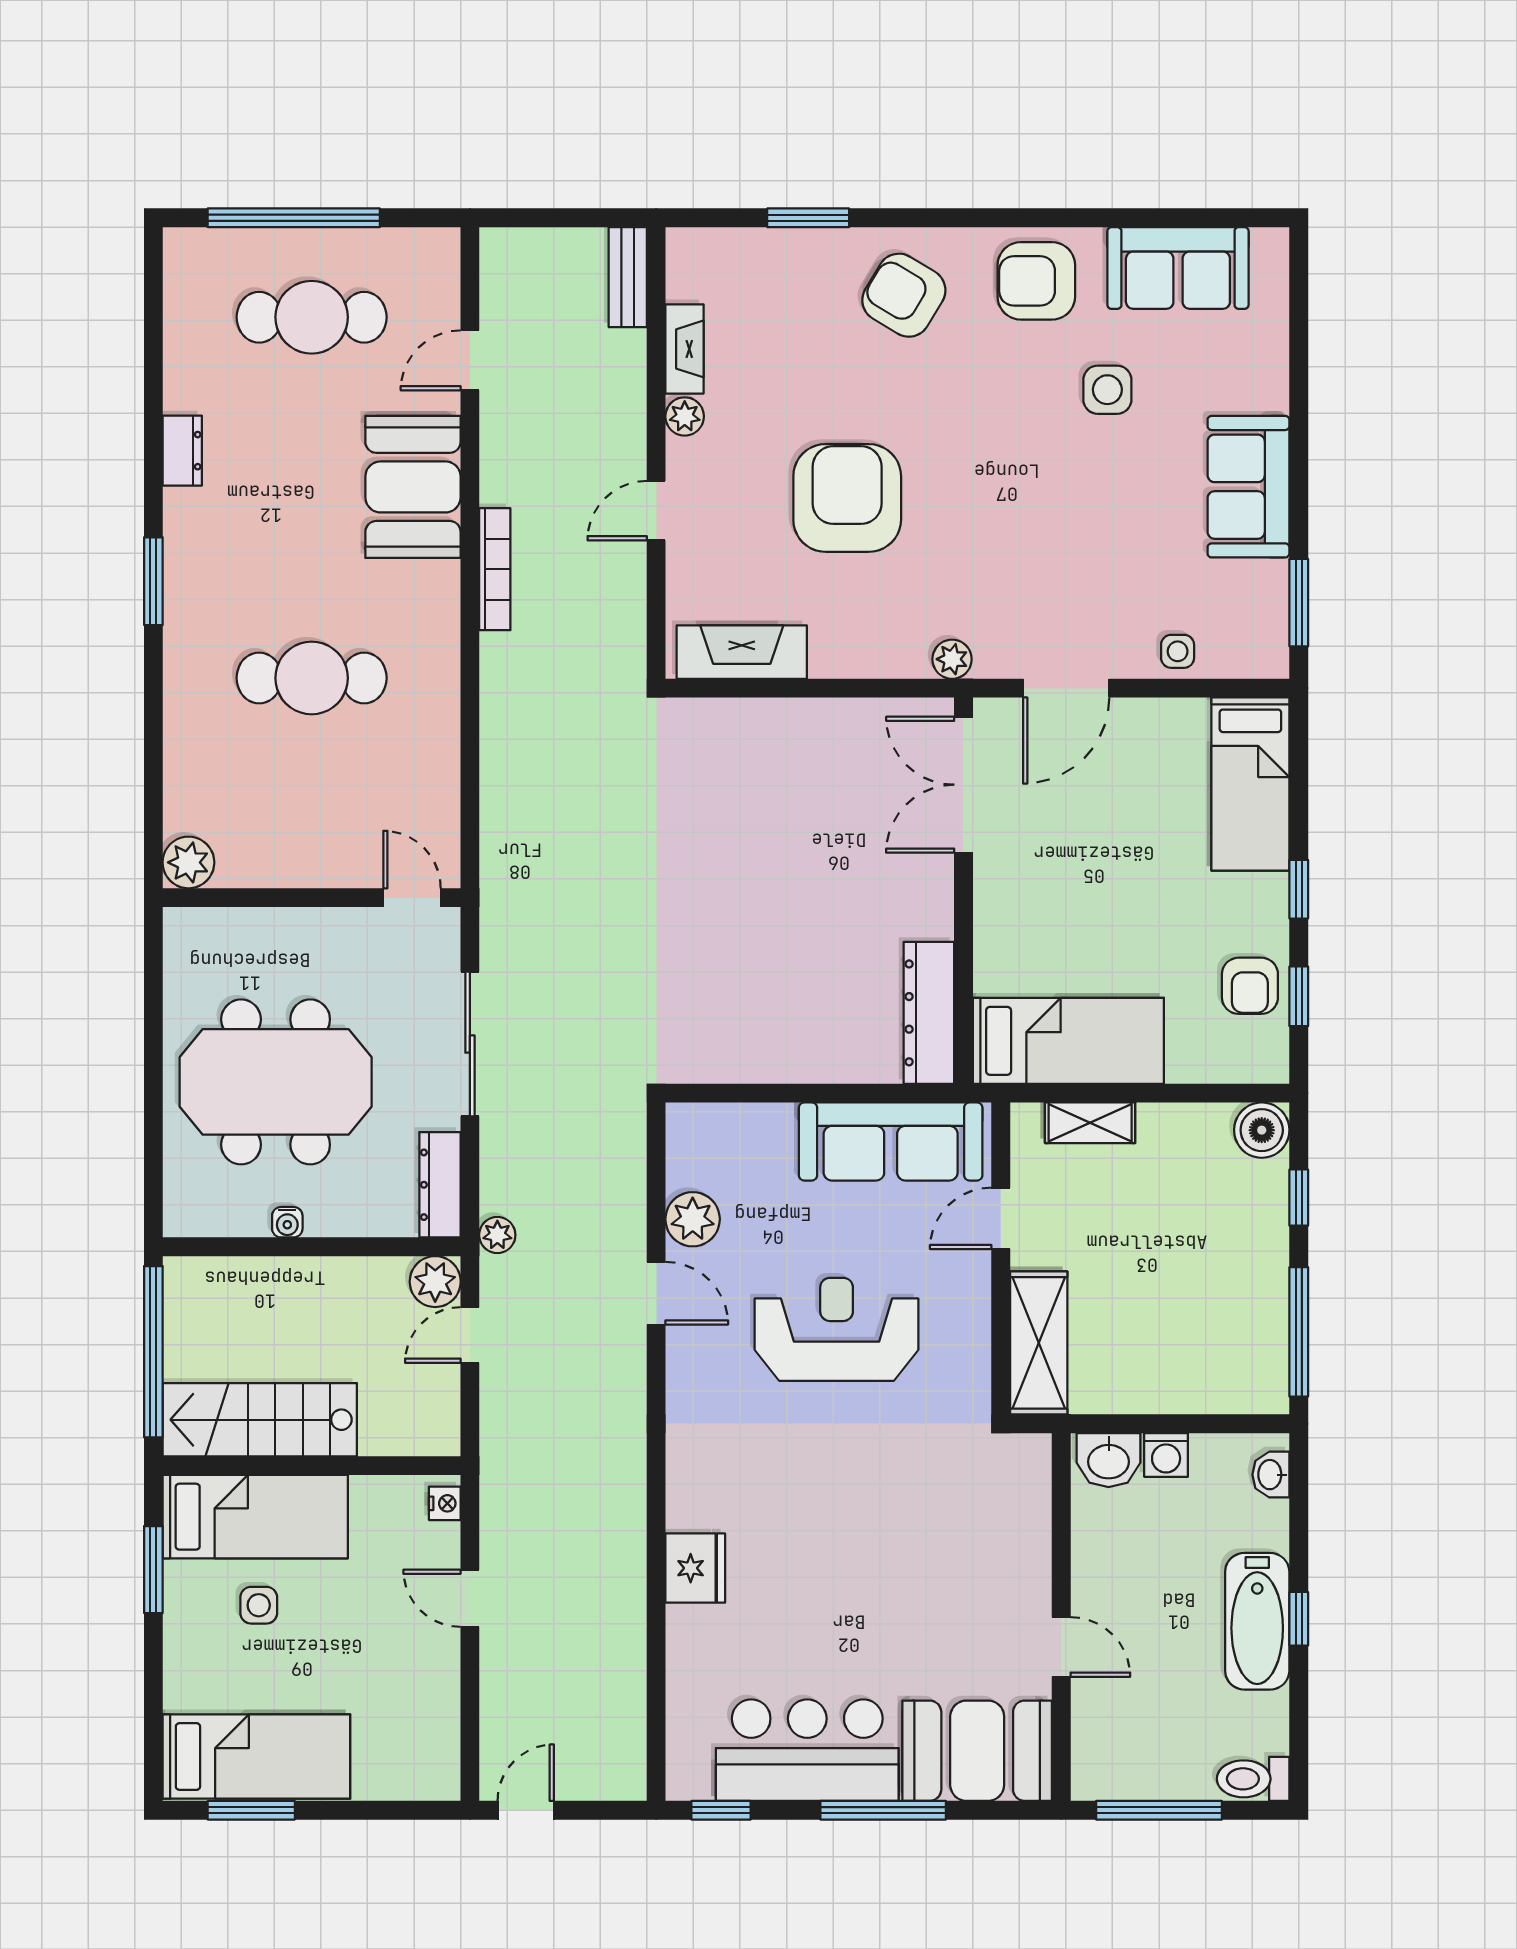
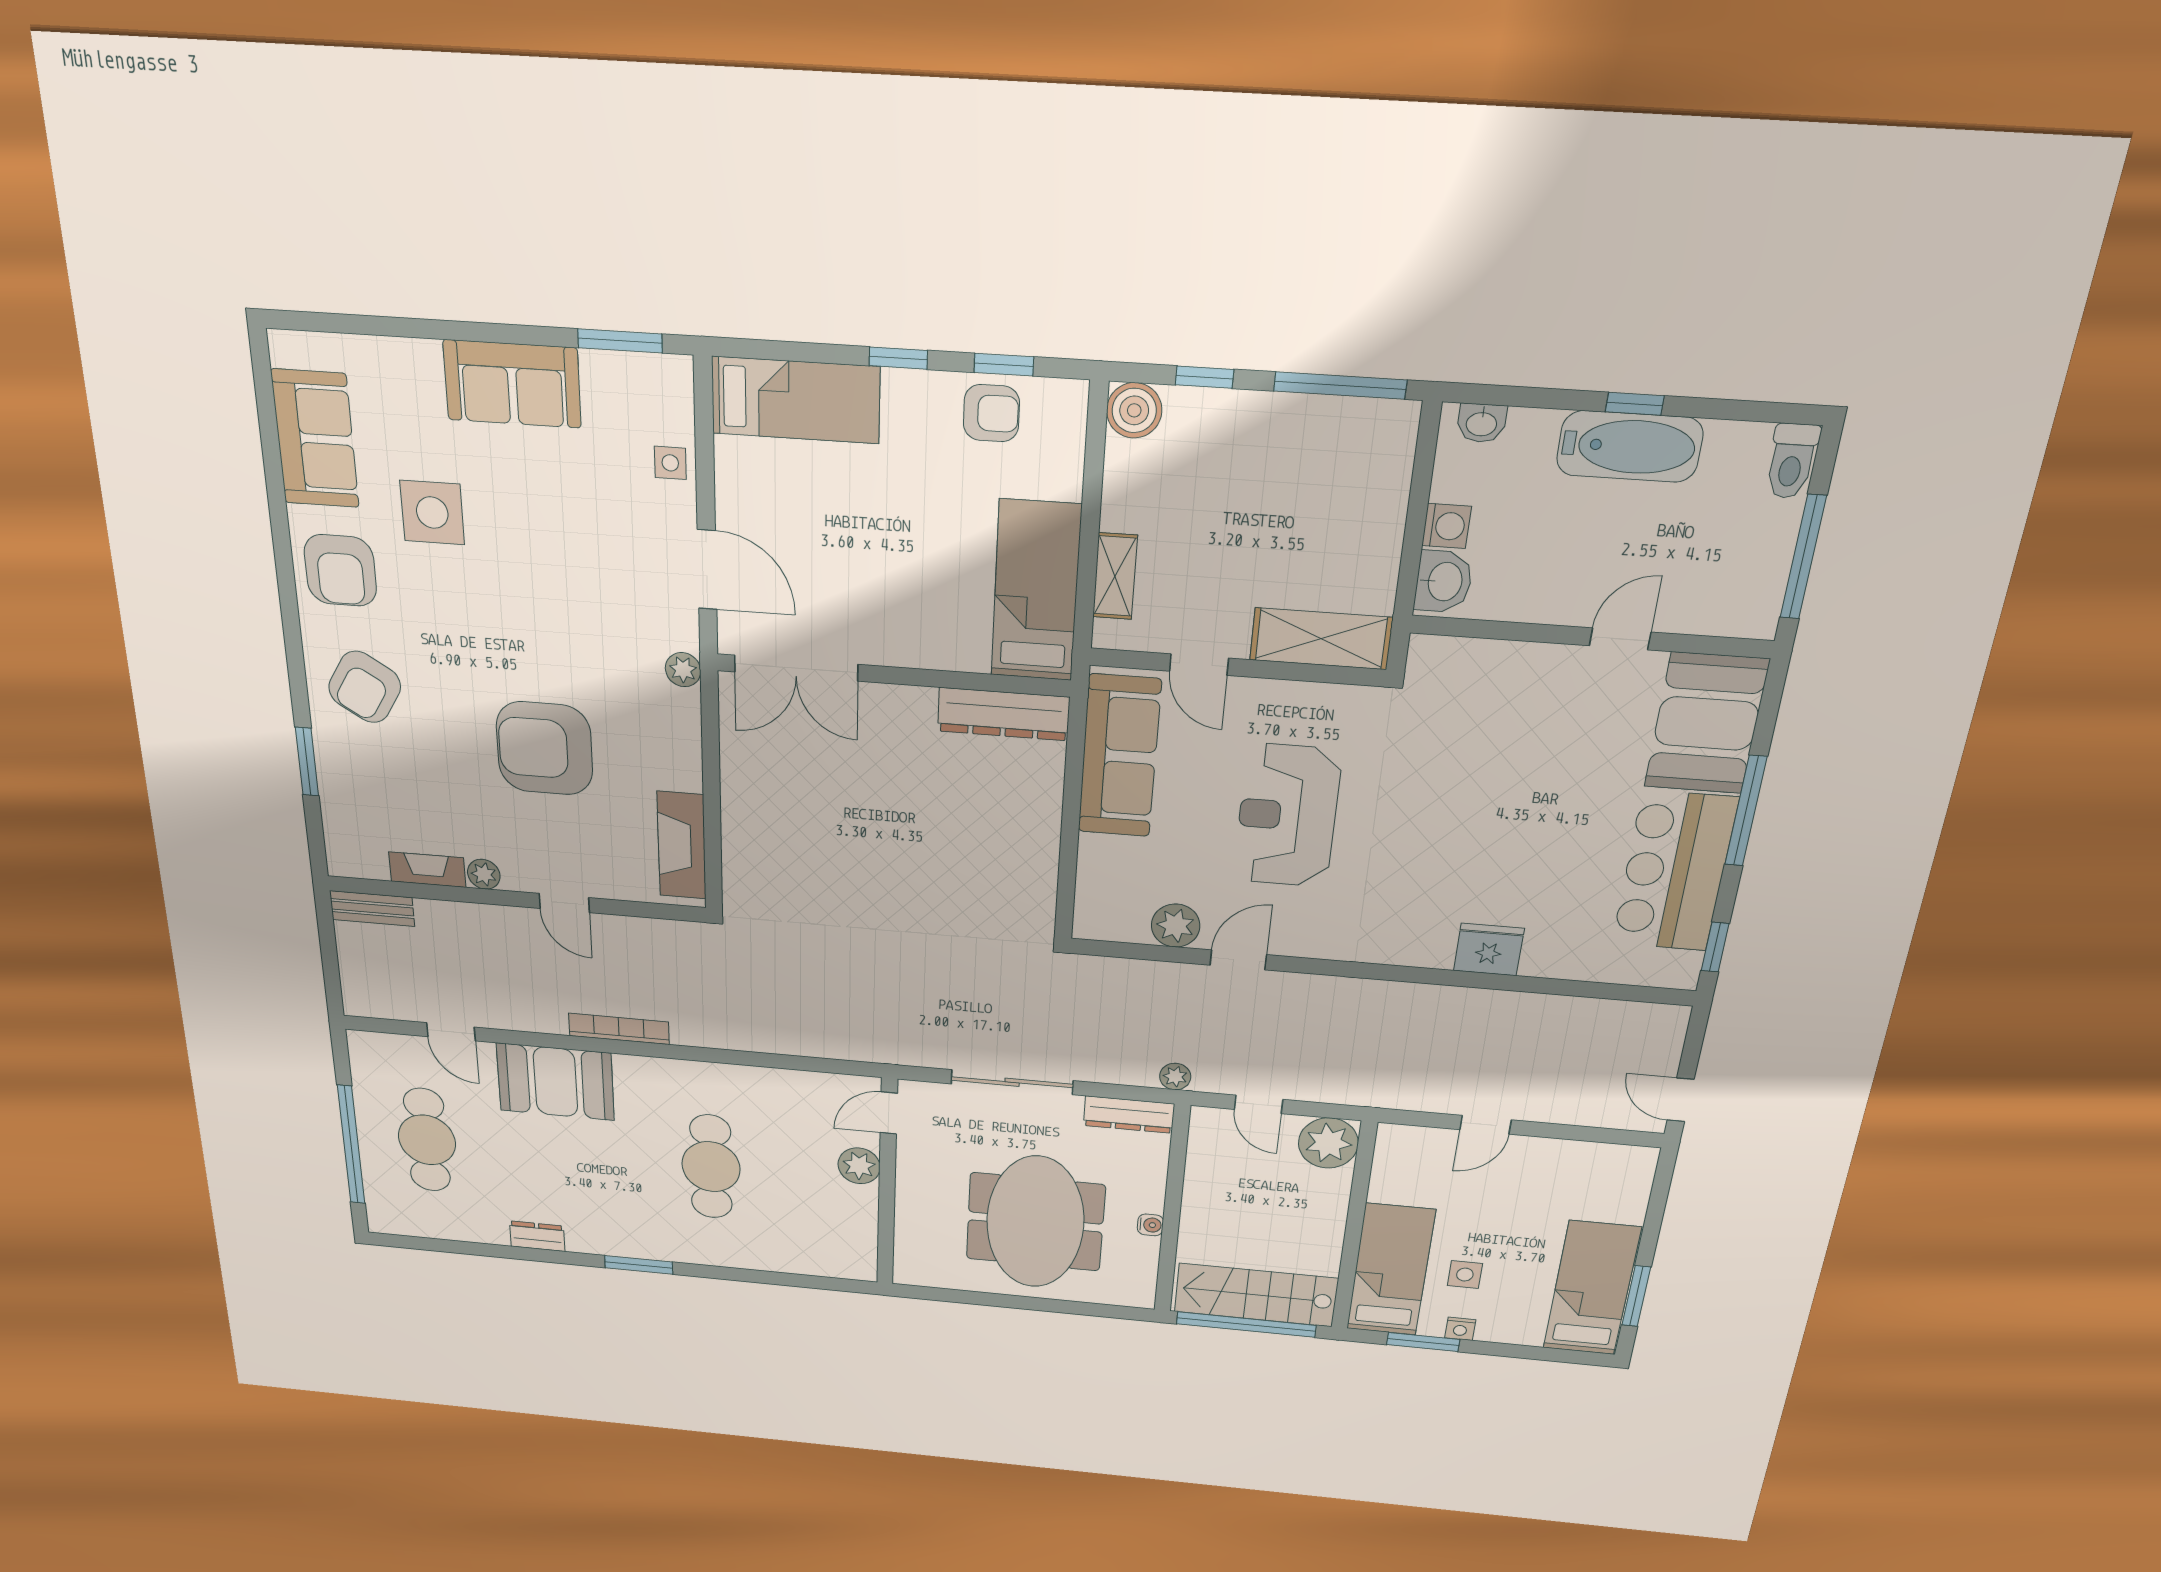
side table: (1107, 390) -> (432, 513), width x1.37, depth x1.37
plant: (188, 862) -> (859, 1166), moved
plant: (435, 1282) -> (1328, 1143), moved, width x1.36, depth x1.36
stairs: (260, 1420) -> (1256, 1295), moved, turned 90
nightstand: (445, 1503) -> (1460, 1329), moved, turned 180

